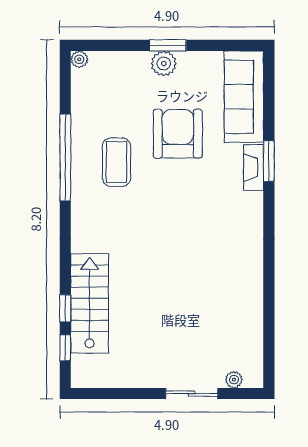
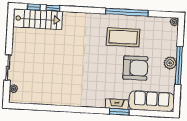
window: (168, 45) -> (179, 65), width x2.11
coffee table: (116, 162) -> (123, 37), width x1.36, depth x1.32
stairs: (90, 303) -> (38, 19), moved

